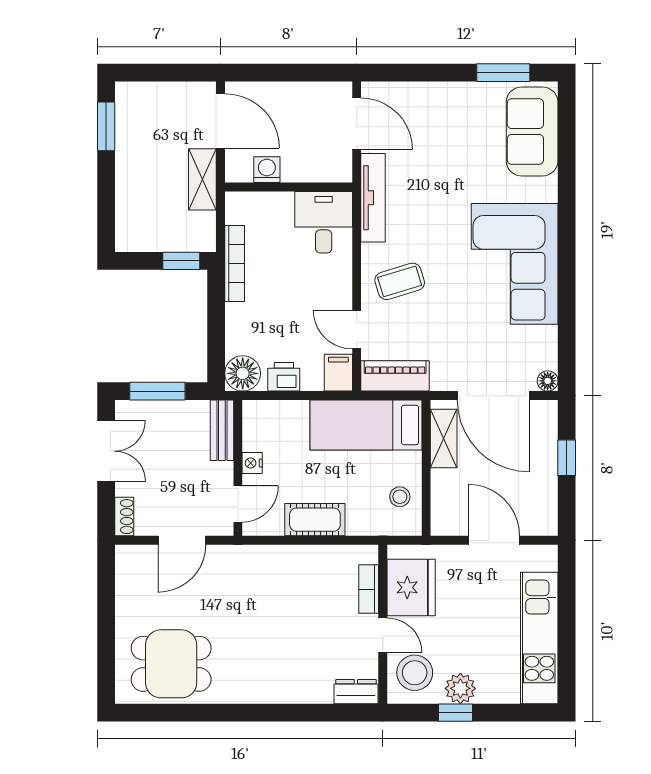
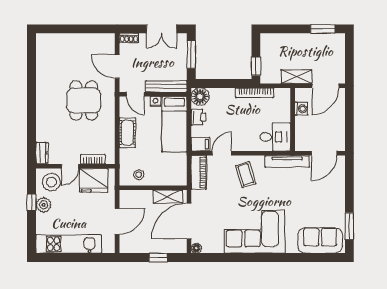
bed: (366, 425) -> (174, 124), moved, turned 180
bench: (222, 430) -> (166, 86), width x1.36
dining table: (171, 664) -> (84, 101), moved

